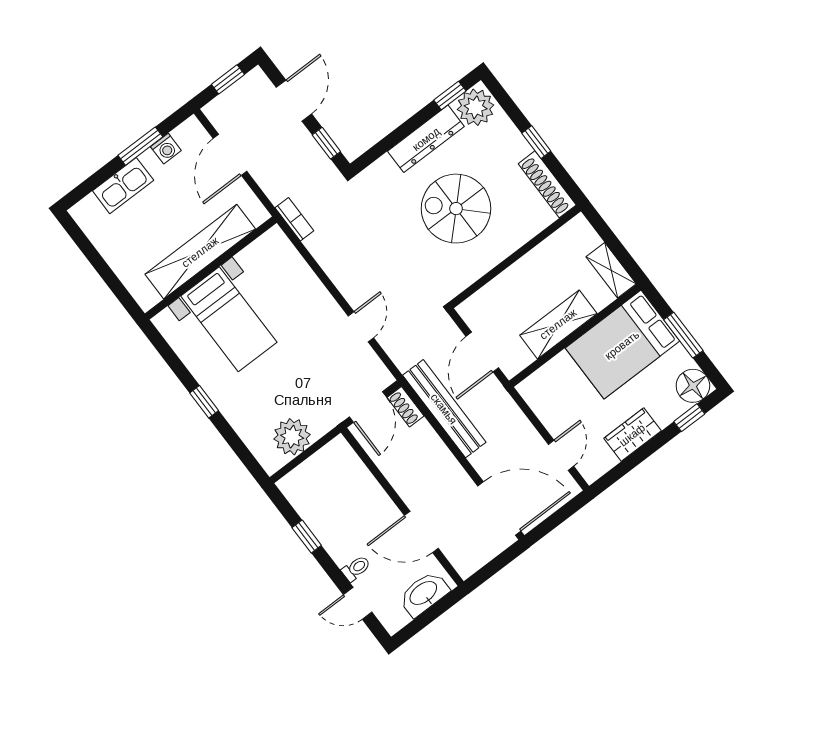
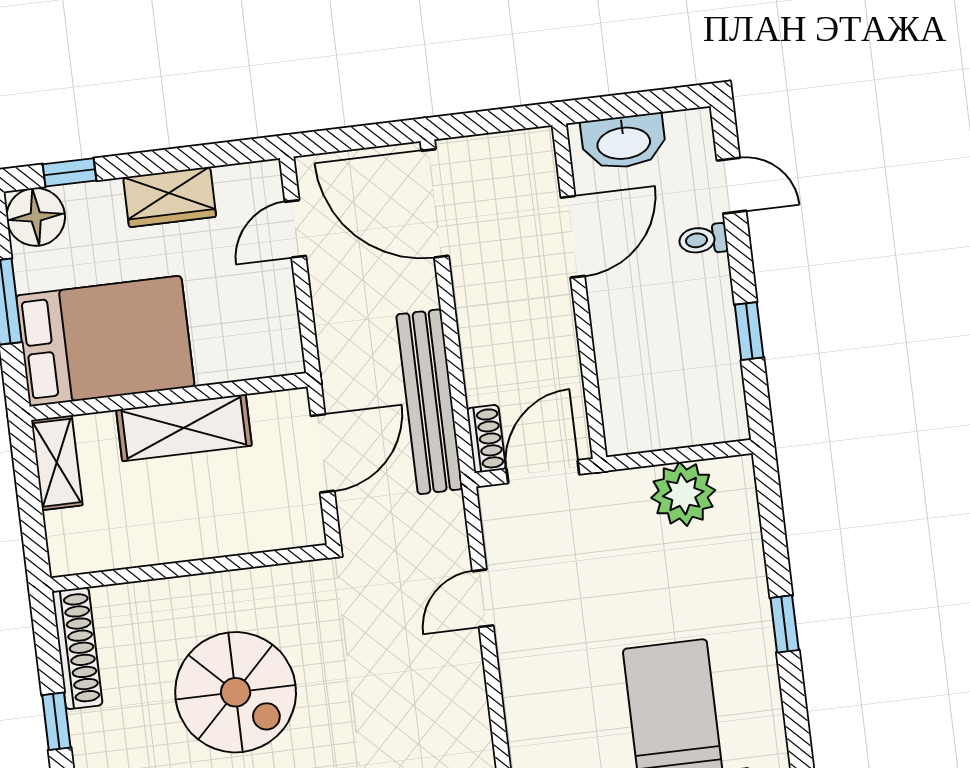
door: (421, 532) -> (573, 237), hinge flipped

